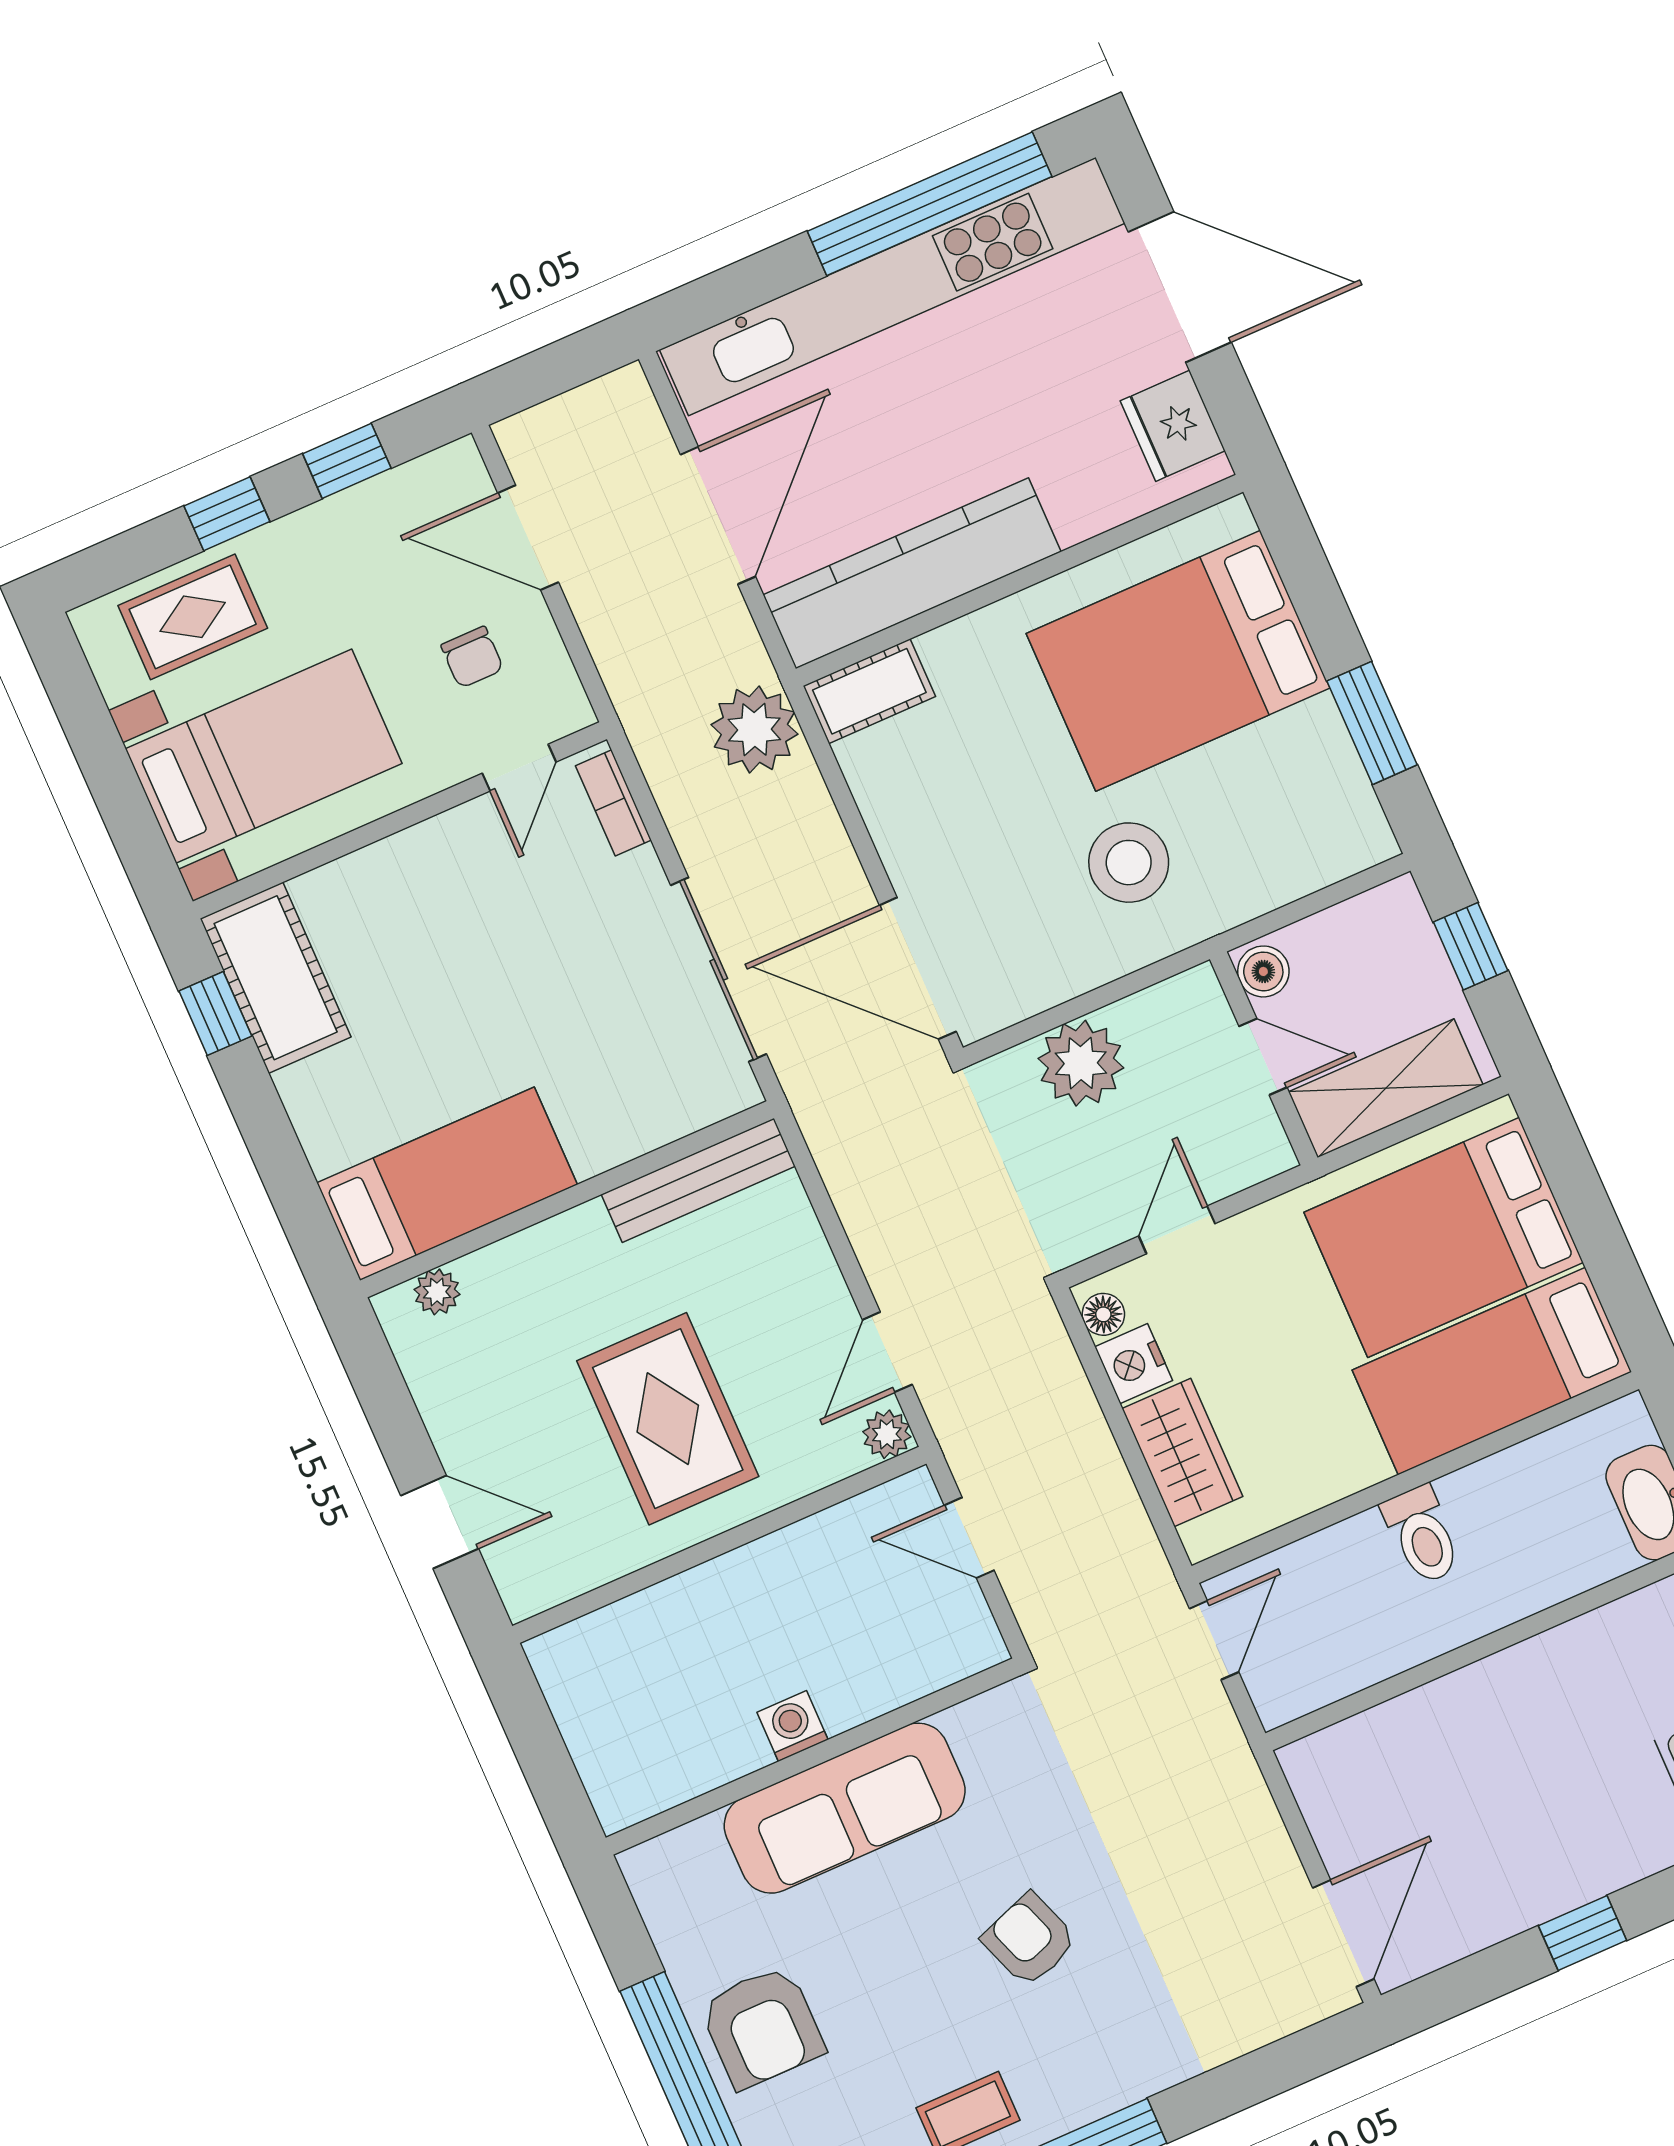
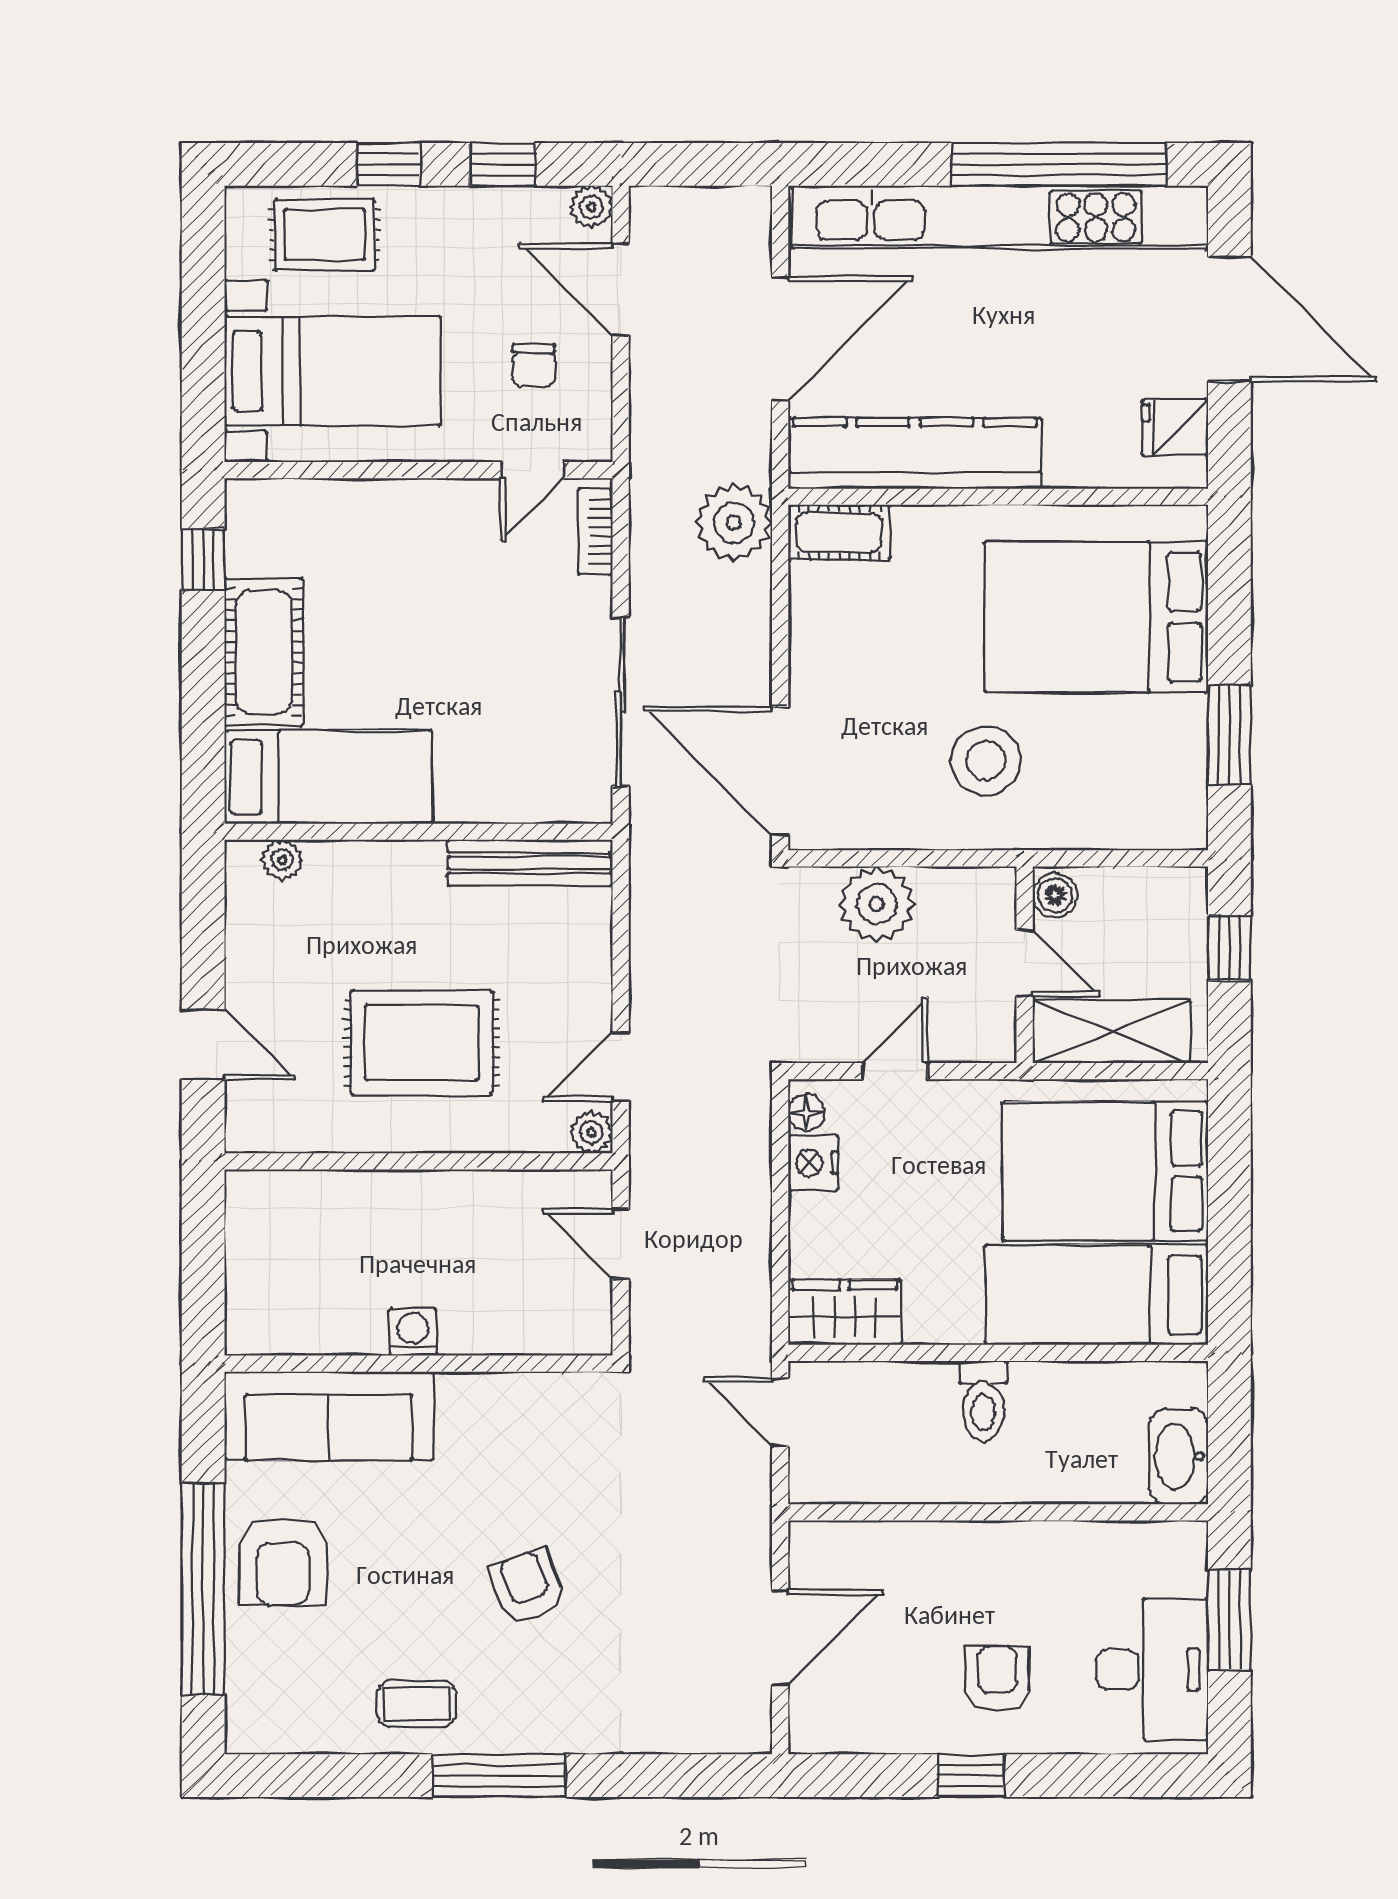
fridge: (1173, 426) -> (1175, 427), width x0.72
plant: (459, 464) -> (591, 207), added
cot: (276, 978) -> (264, 652), moved
rug: (668, 1419) -> (422, 1043), turned 90
wardrobe: (1182, 1453) -> (845, 1312), moved, turned -90
door: (1214, 1640) -> (780, 1412), swing flipped
sofa: (845, 1808) -> (329, 1416), moved
armchair: (1565, 1819) -> (997, 1678), added
door: (1343, 1933) -> (780, 1637), moved

